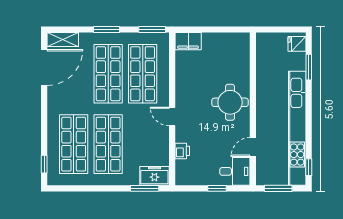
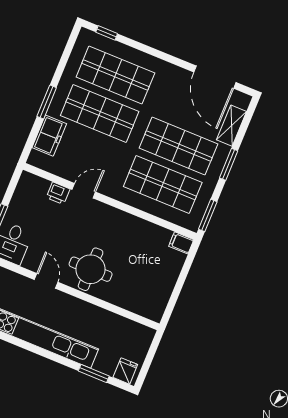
shelving: (63, 40) -> (232, 126), moved
filing cabinet: (188, 41) -> (181, 243), width x0.50
door: (172, 116) -> (84, 191), moved
door: (253, 147) -> (46, 281), moved
freezer: (154, 176) -> (49, 136), moved
window: (145, 188) -> (47, 102), moved

